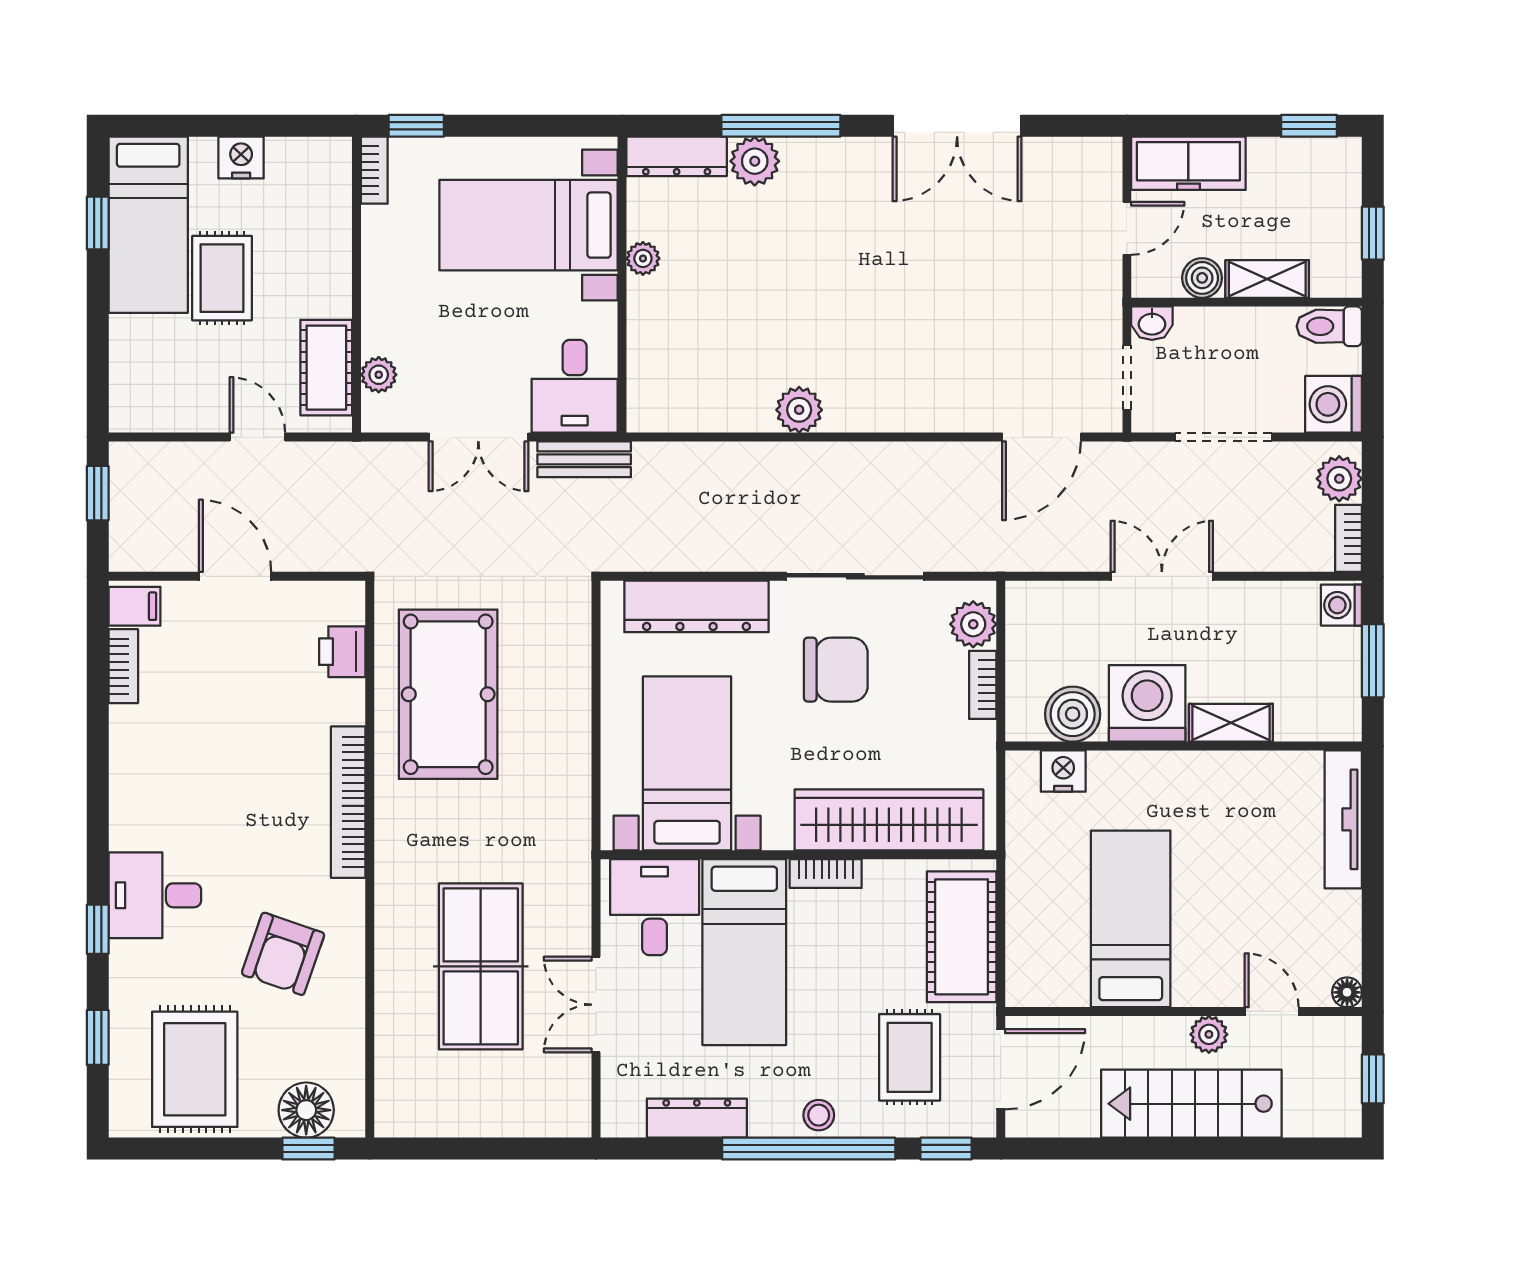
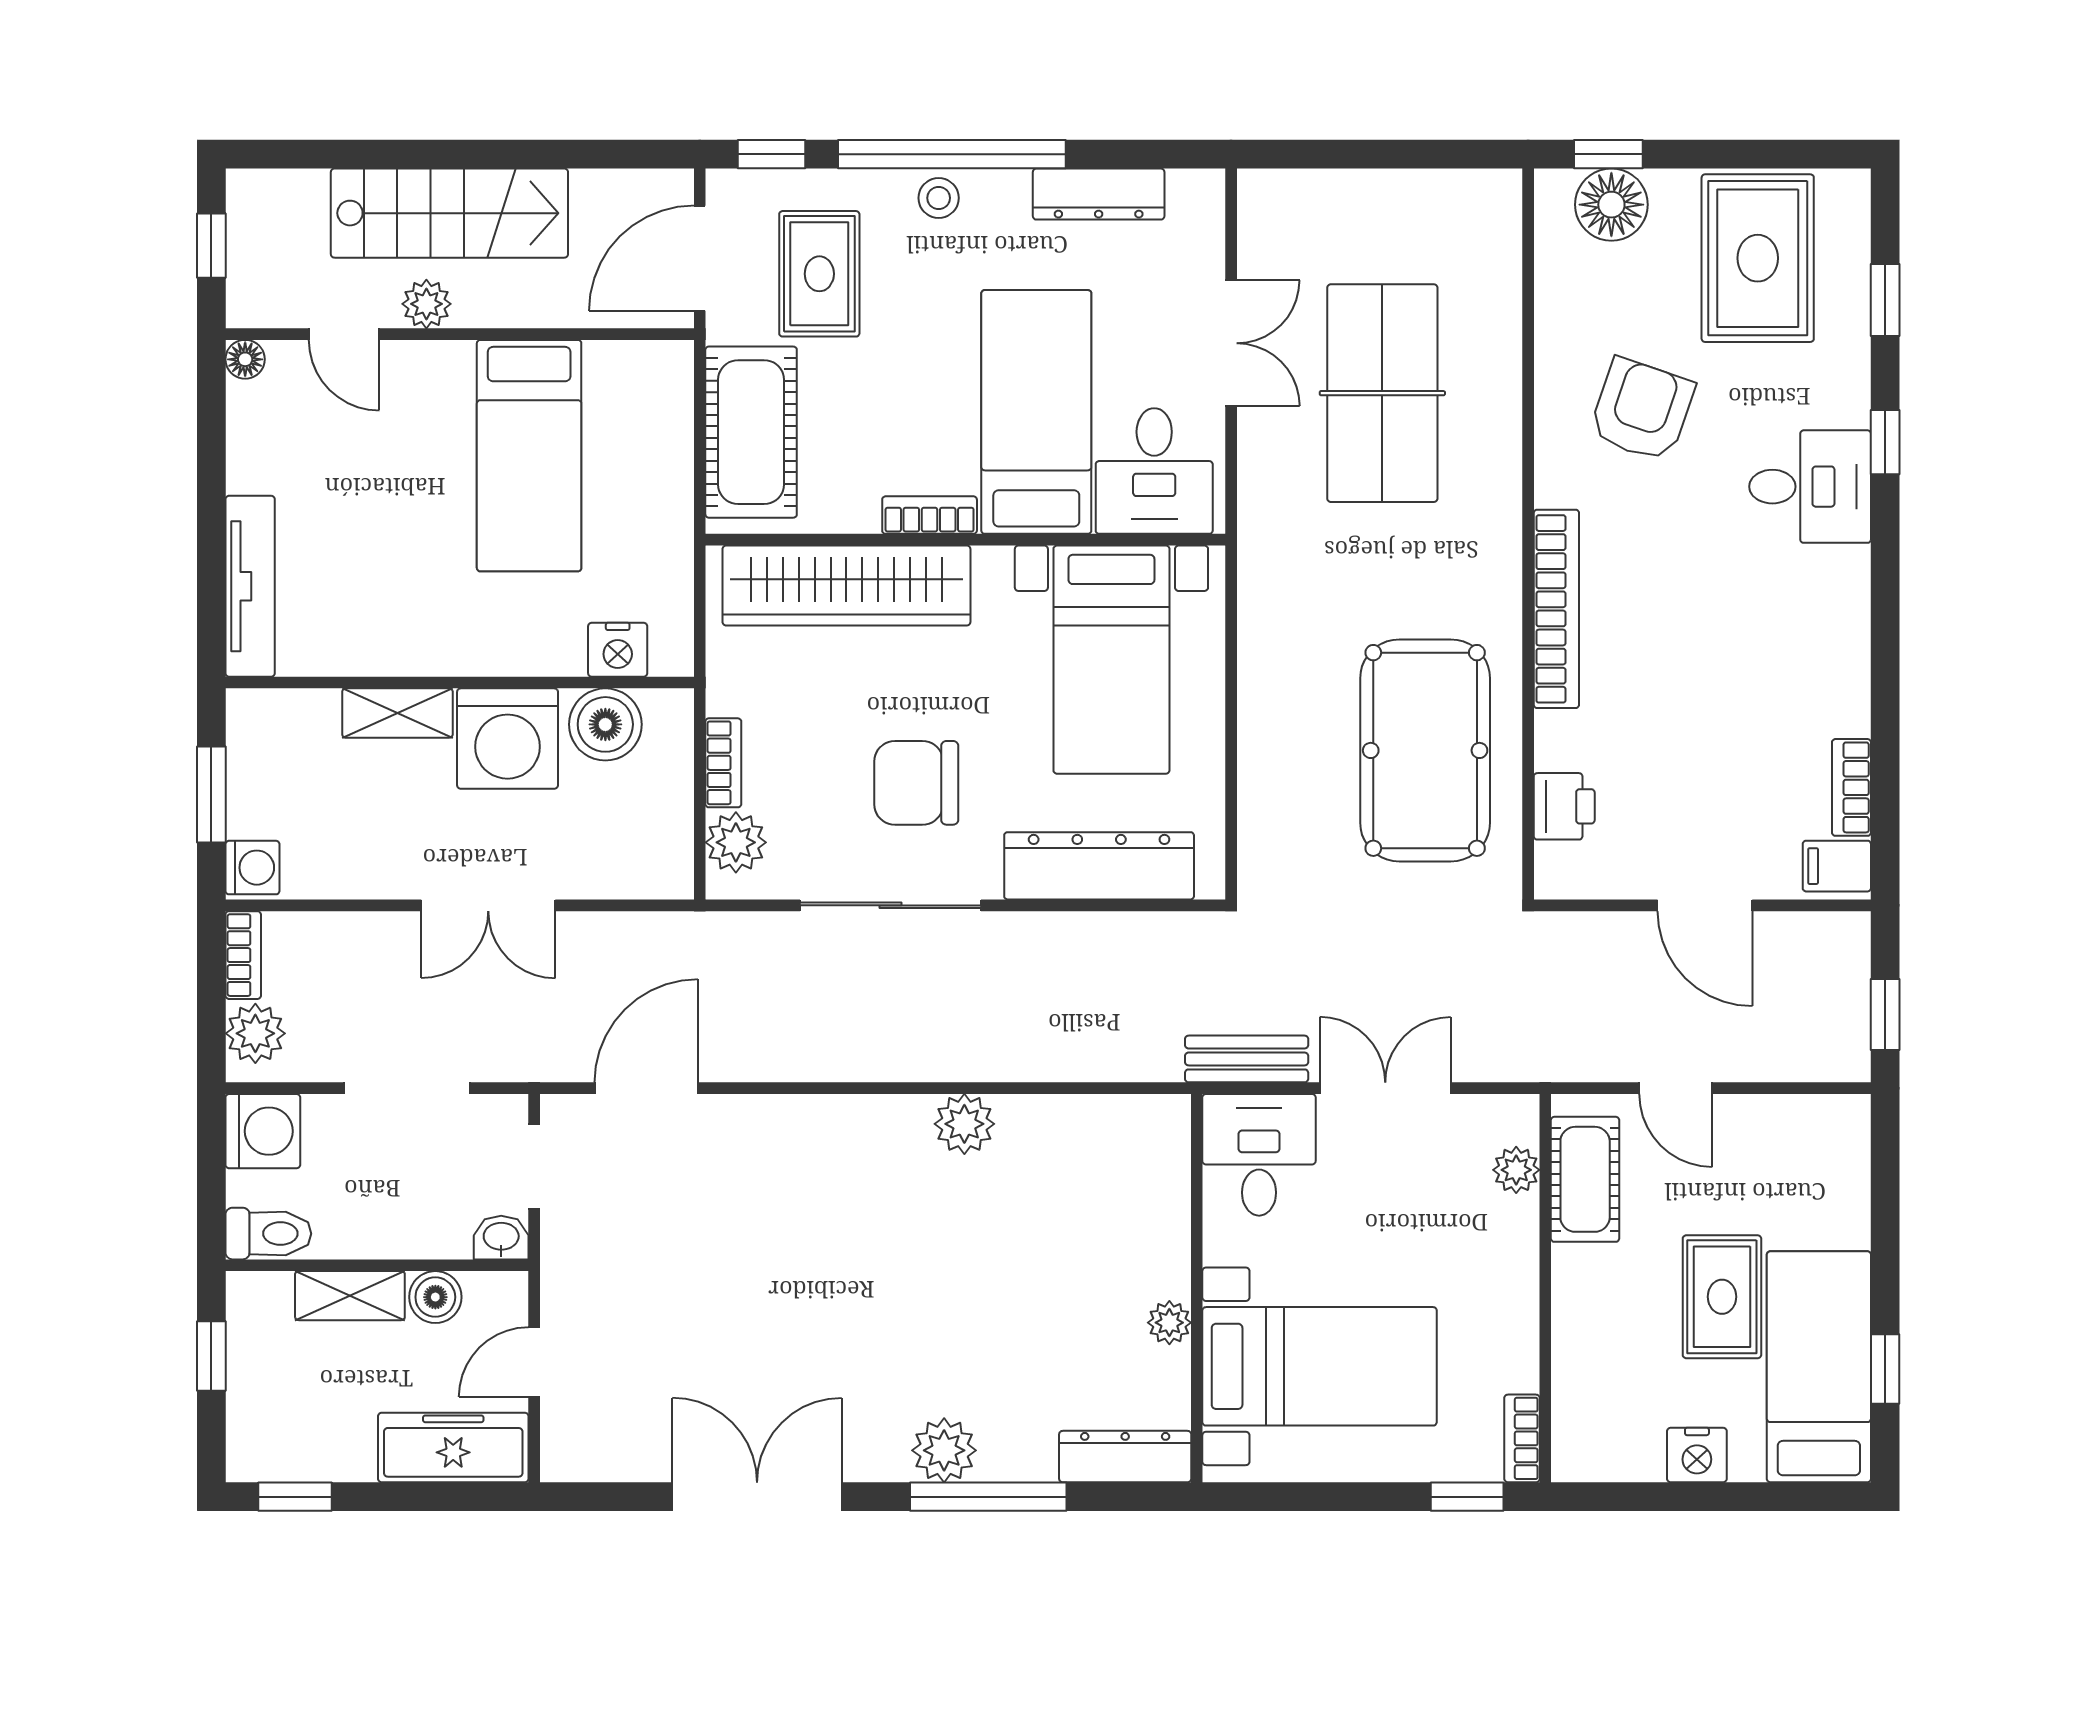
plant: (755, 161) -> (944, 1450), moved

